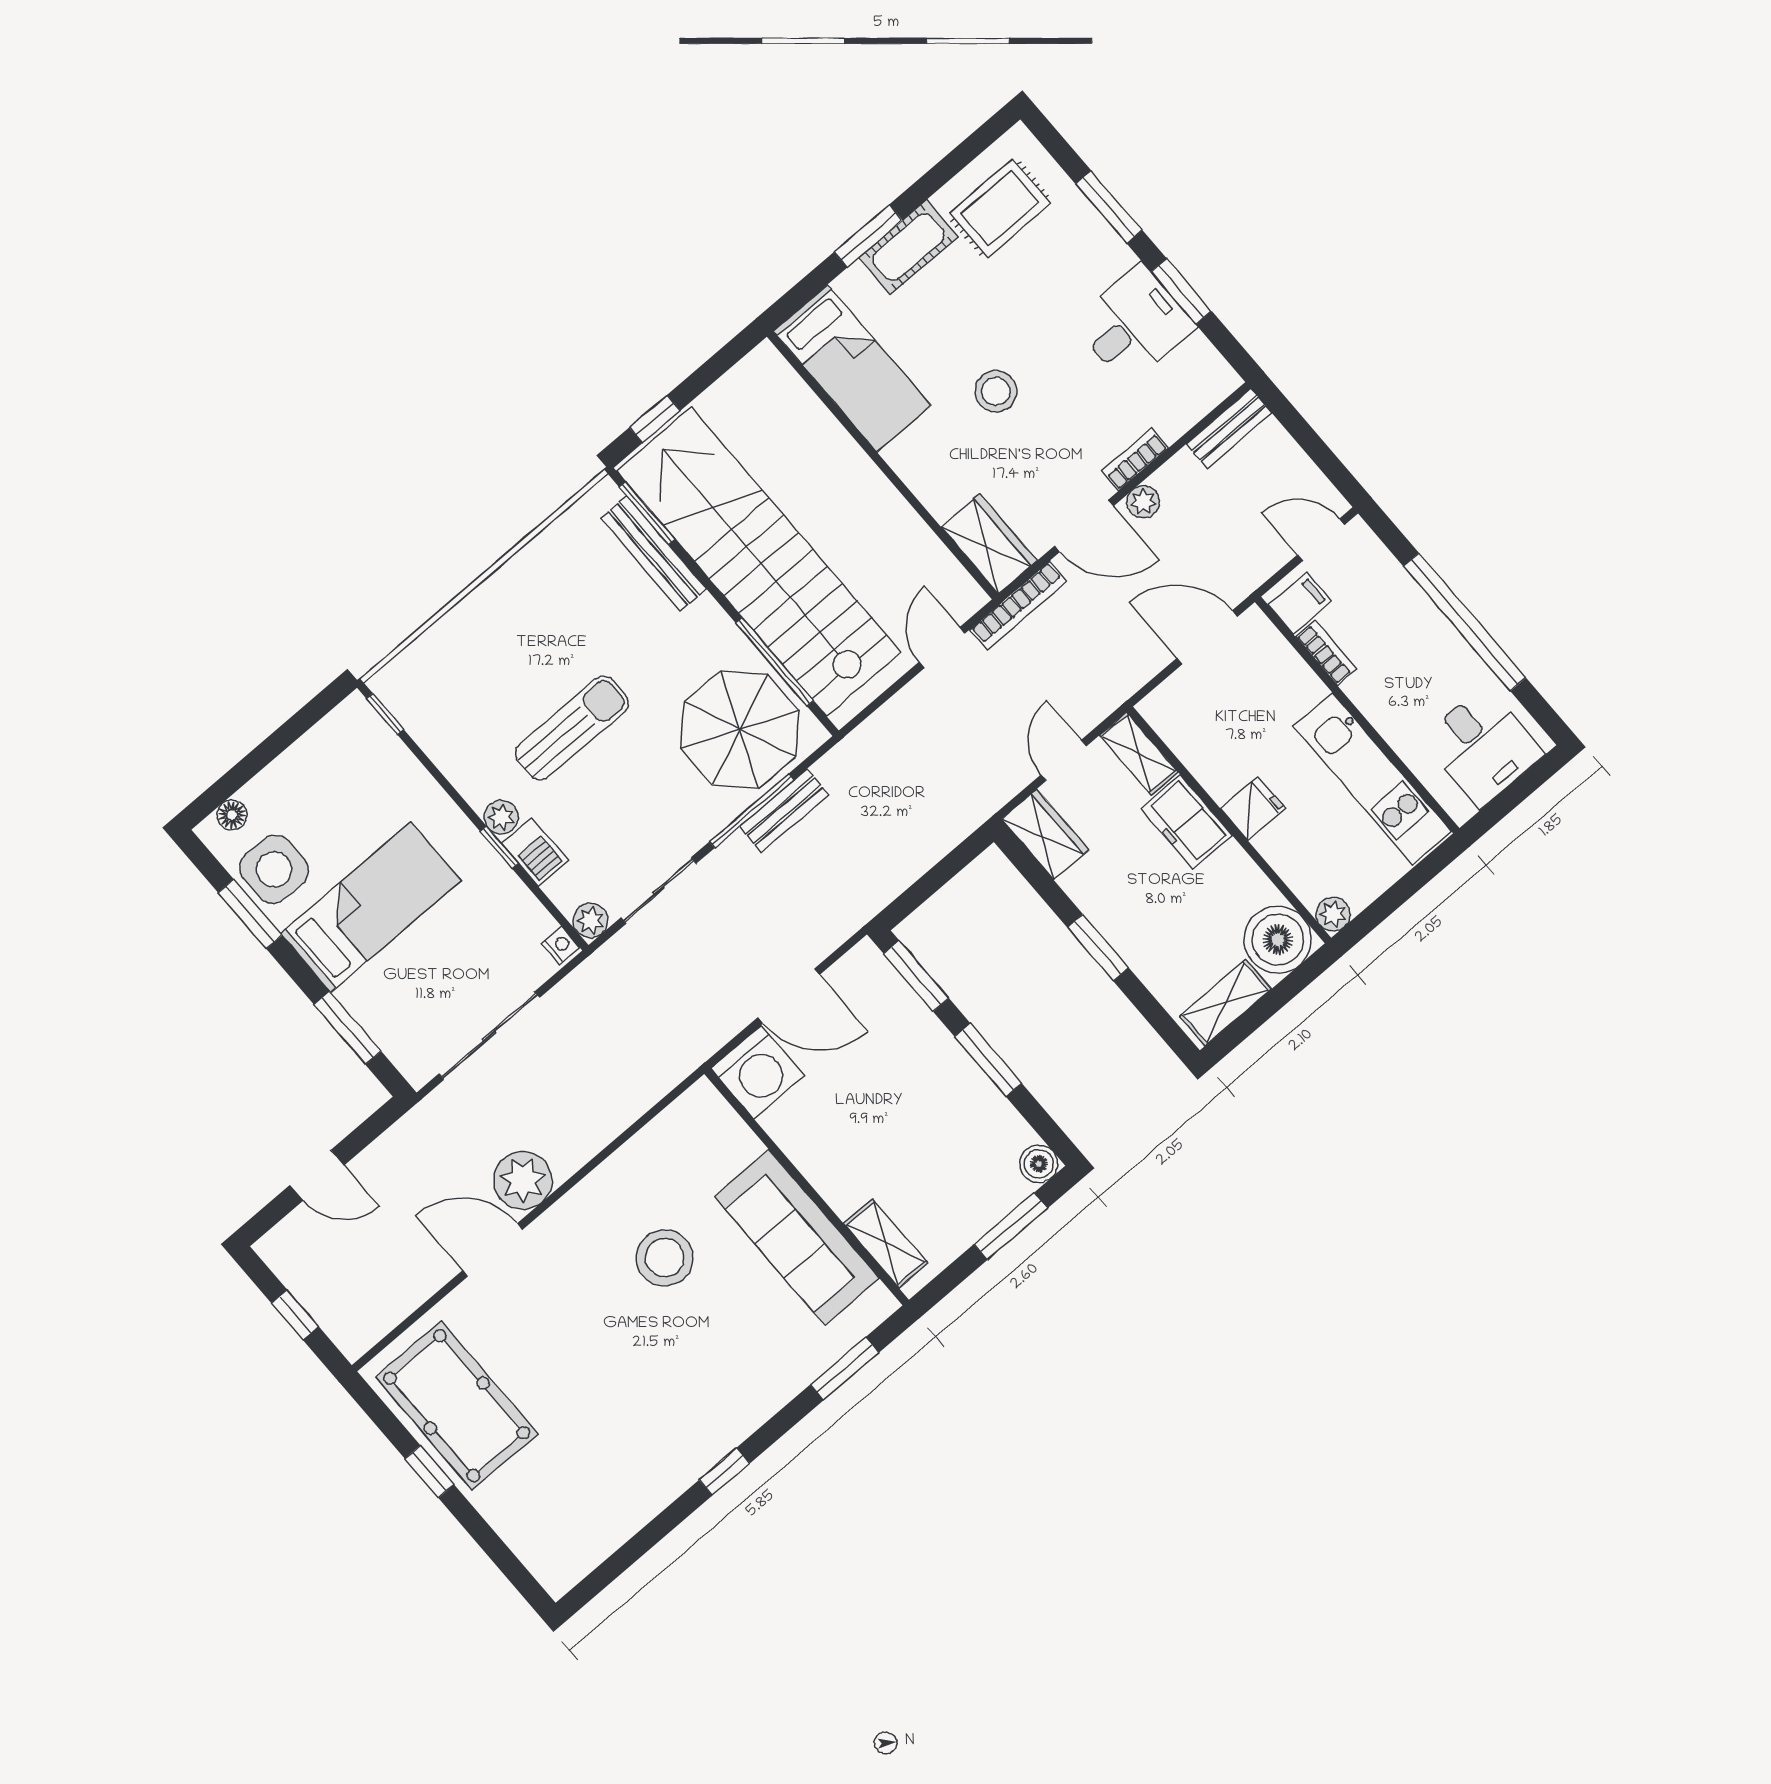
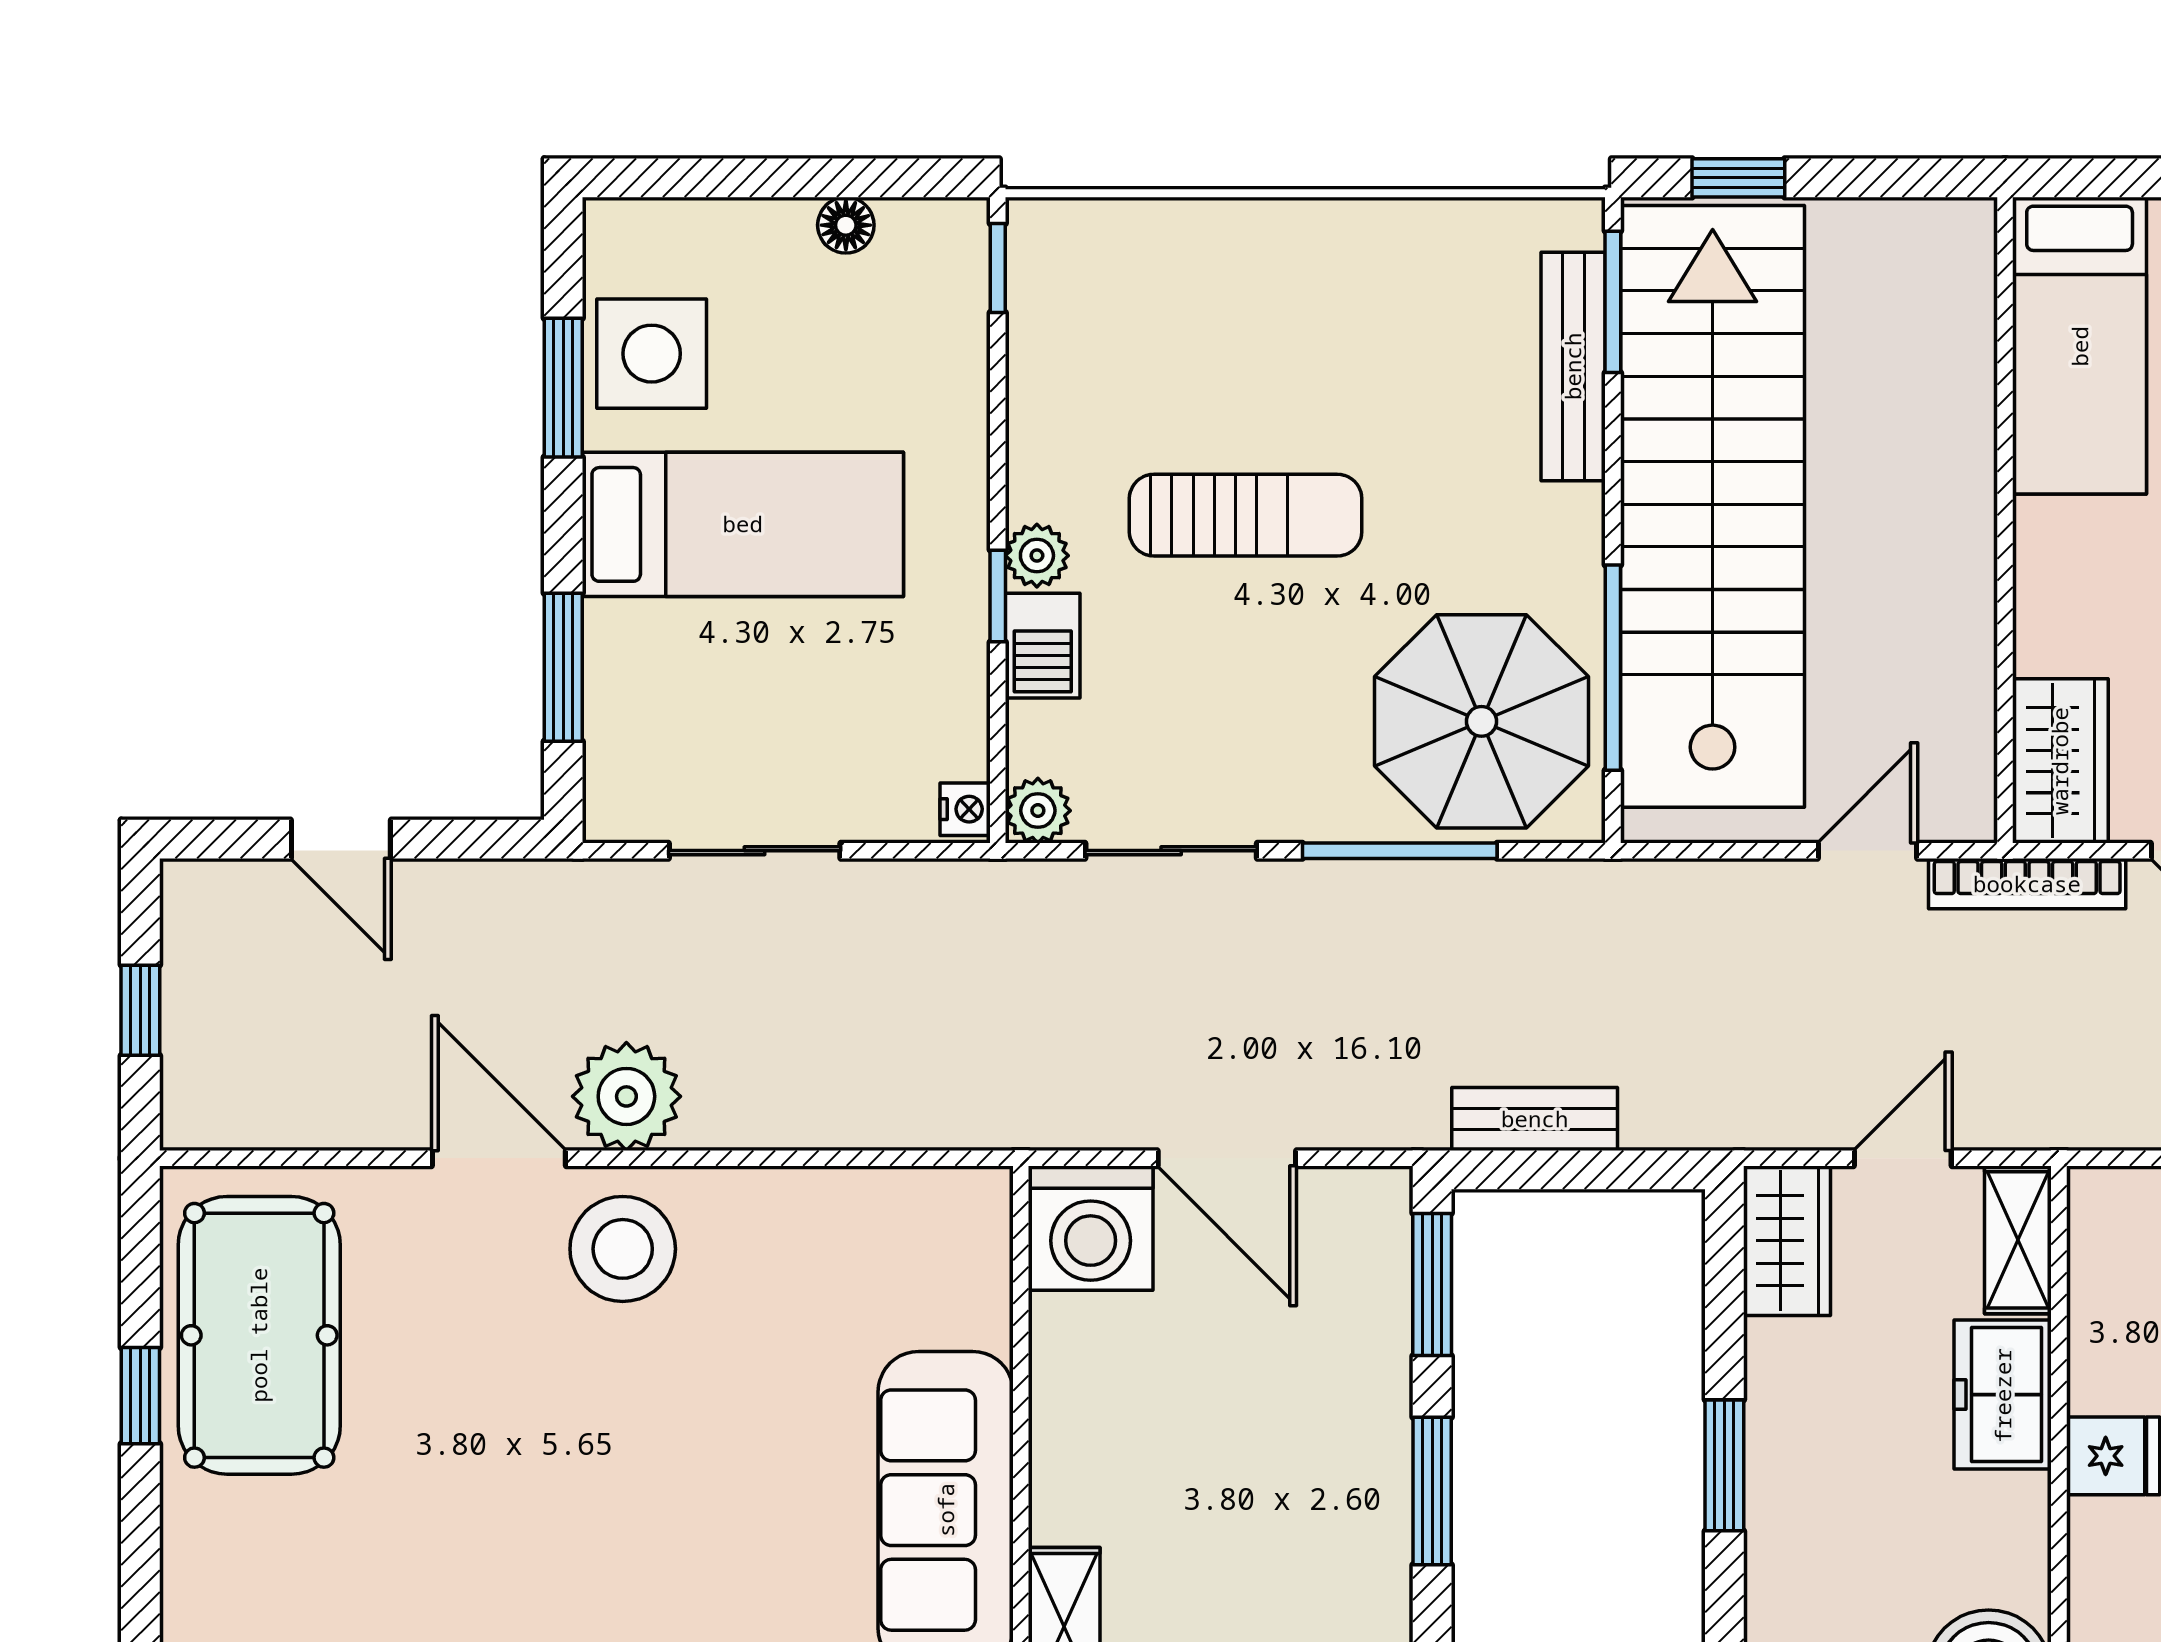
bench: (784, 811) -> (1535, 1119), moved
floor lamp: (232, 815) -> (846, 225), moved
sliding door: (489, 1036) -> (755, 851), width x0.73
stool: (665, 1258) -> (623, 1249), moved

